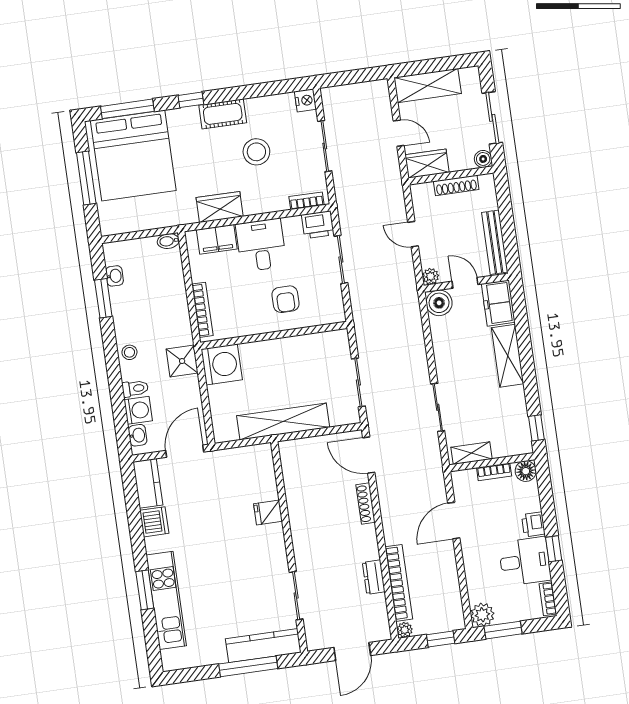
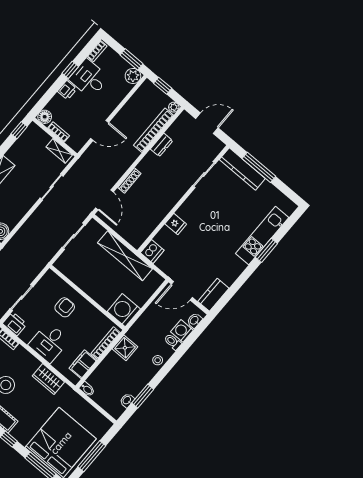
filing cabinet: (217, 239) -> (83, 364), moved, turned -90
shower: (182, 361) -> (125, 348), moved
dishwasher: (154, 522) -> (152, 251), moved, turned 180

